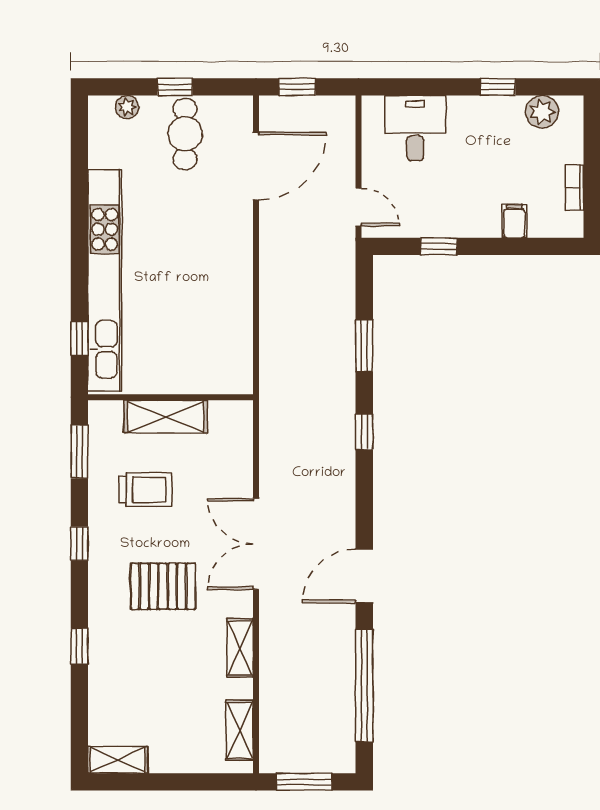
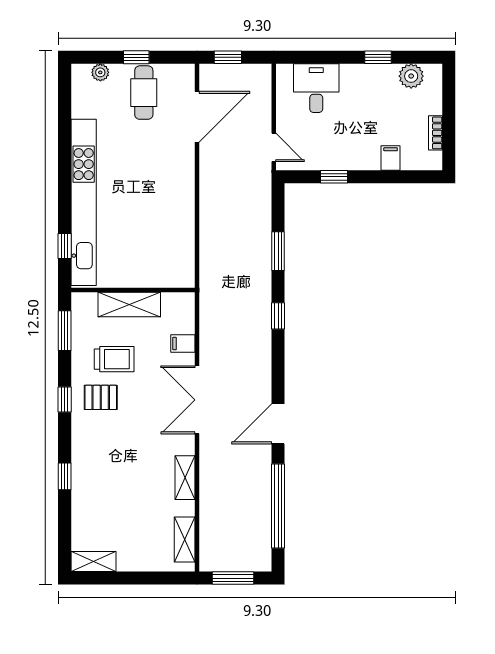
filing cabinet: (237, 469) -> (183, 344), added
pallet: (163, 586) -> (101, 397), moved, width x0.67, depth x0.71

